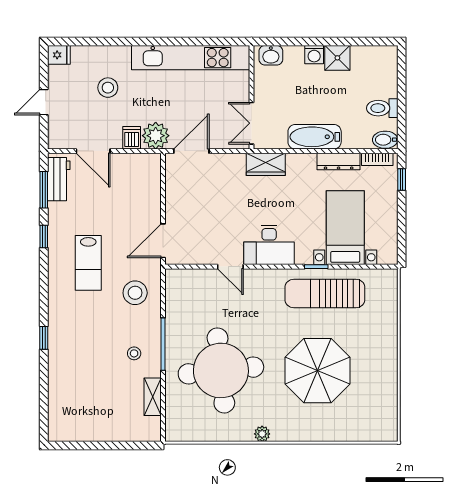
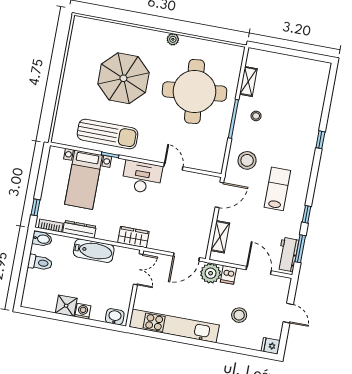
door: (44, 102) -> (288, 313), hinge flipped
shelving: (152, 186) -> (220, 237), added

